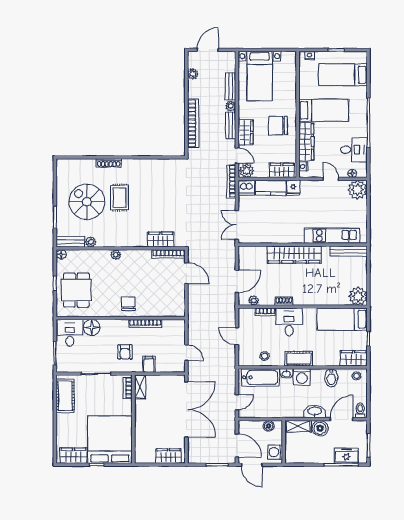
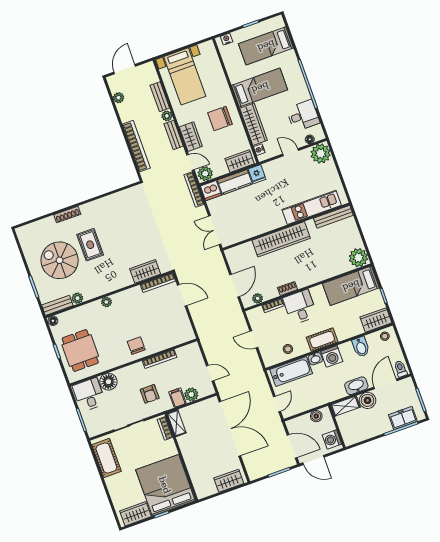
plant: (163, 366) -> (191, 394), added

